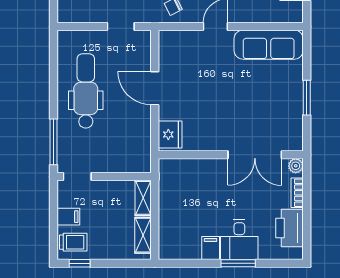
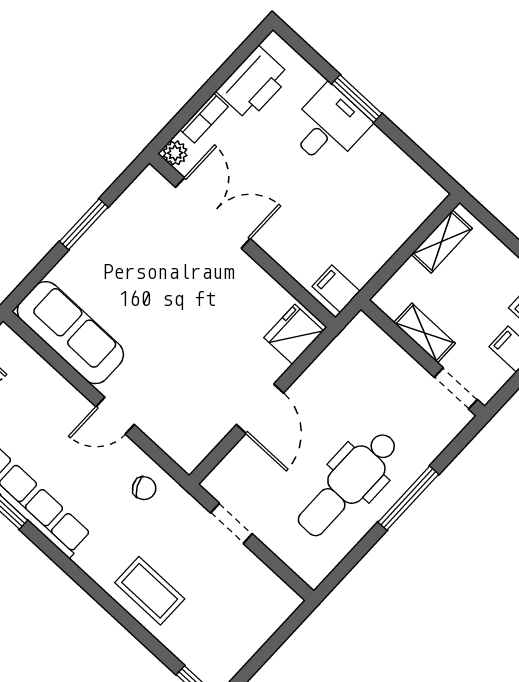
window: (53, 142) -> (408, 498), moved
shelving: (143, 198) -> (425, 333), moved, turned 90
filing cabinet: (211, 248) -> (336, 289), moved, turned 90

